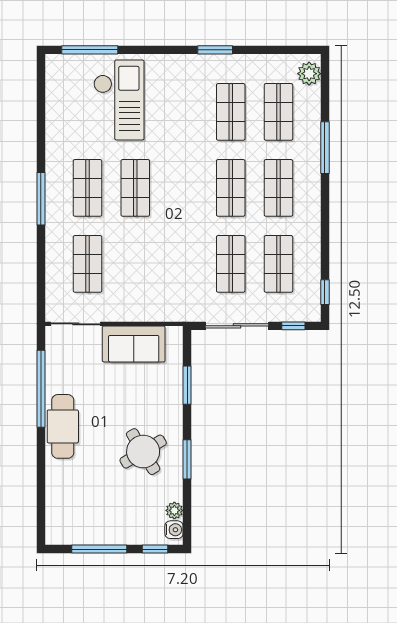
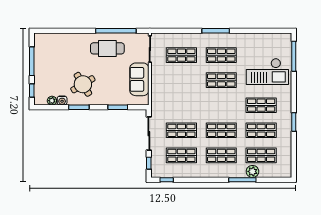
plant: (309, 74) -> (252, 171), moved
shop shelf: (183, 112) -> (261, 105), added
cafe table: (63, 426) -> (107, 48), moved
water cooler: (174, 530) -> (62, 100), moved

